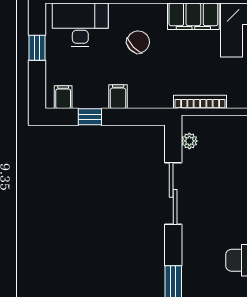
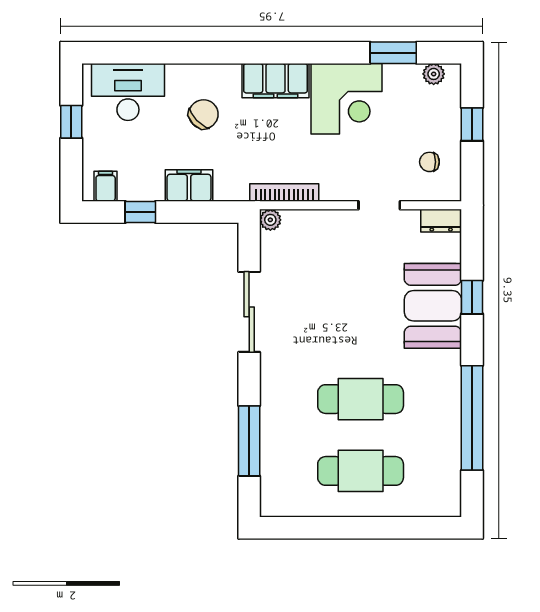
filing cabinet: (118, 97) -> (189, 186), width x2.00
plant: (189, 141) -> (270, 220), moved

